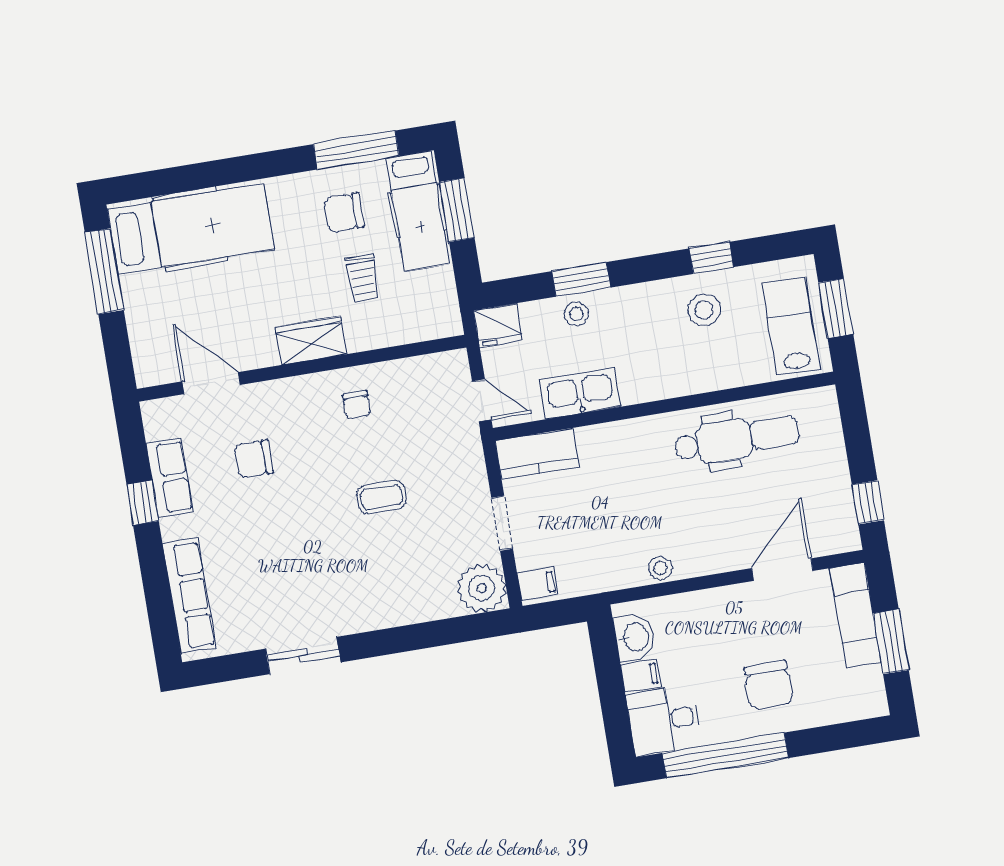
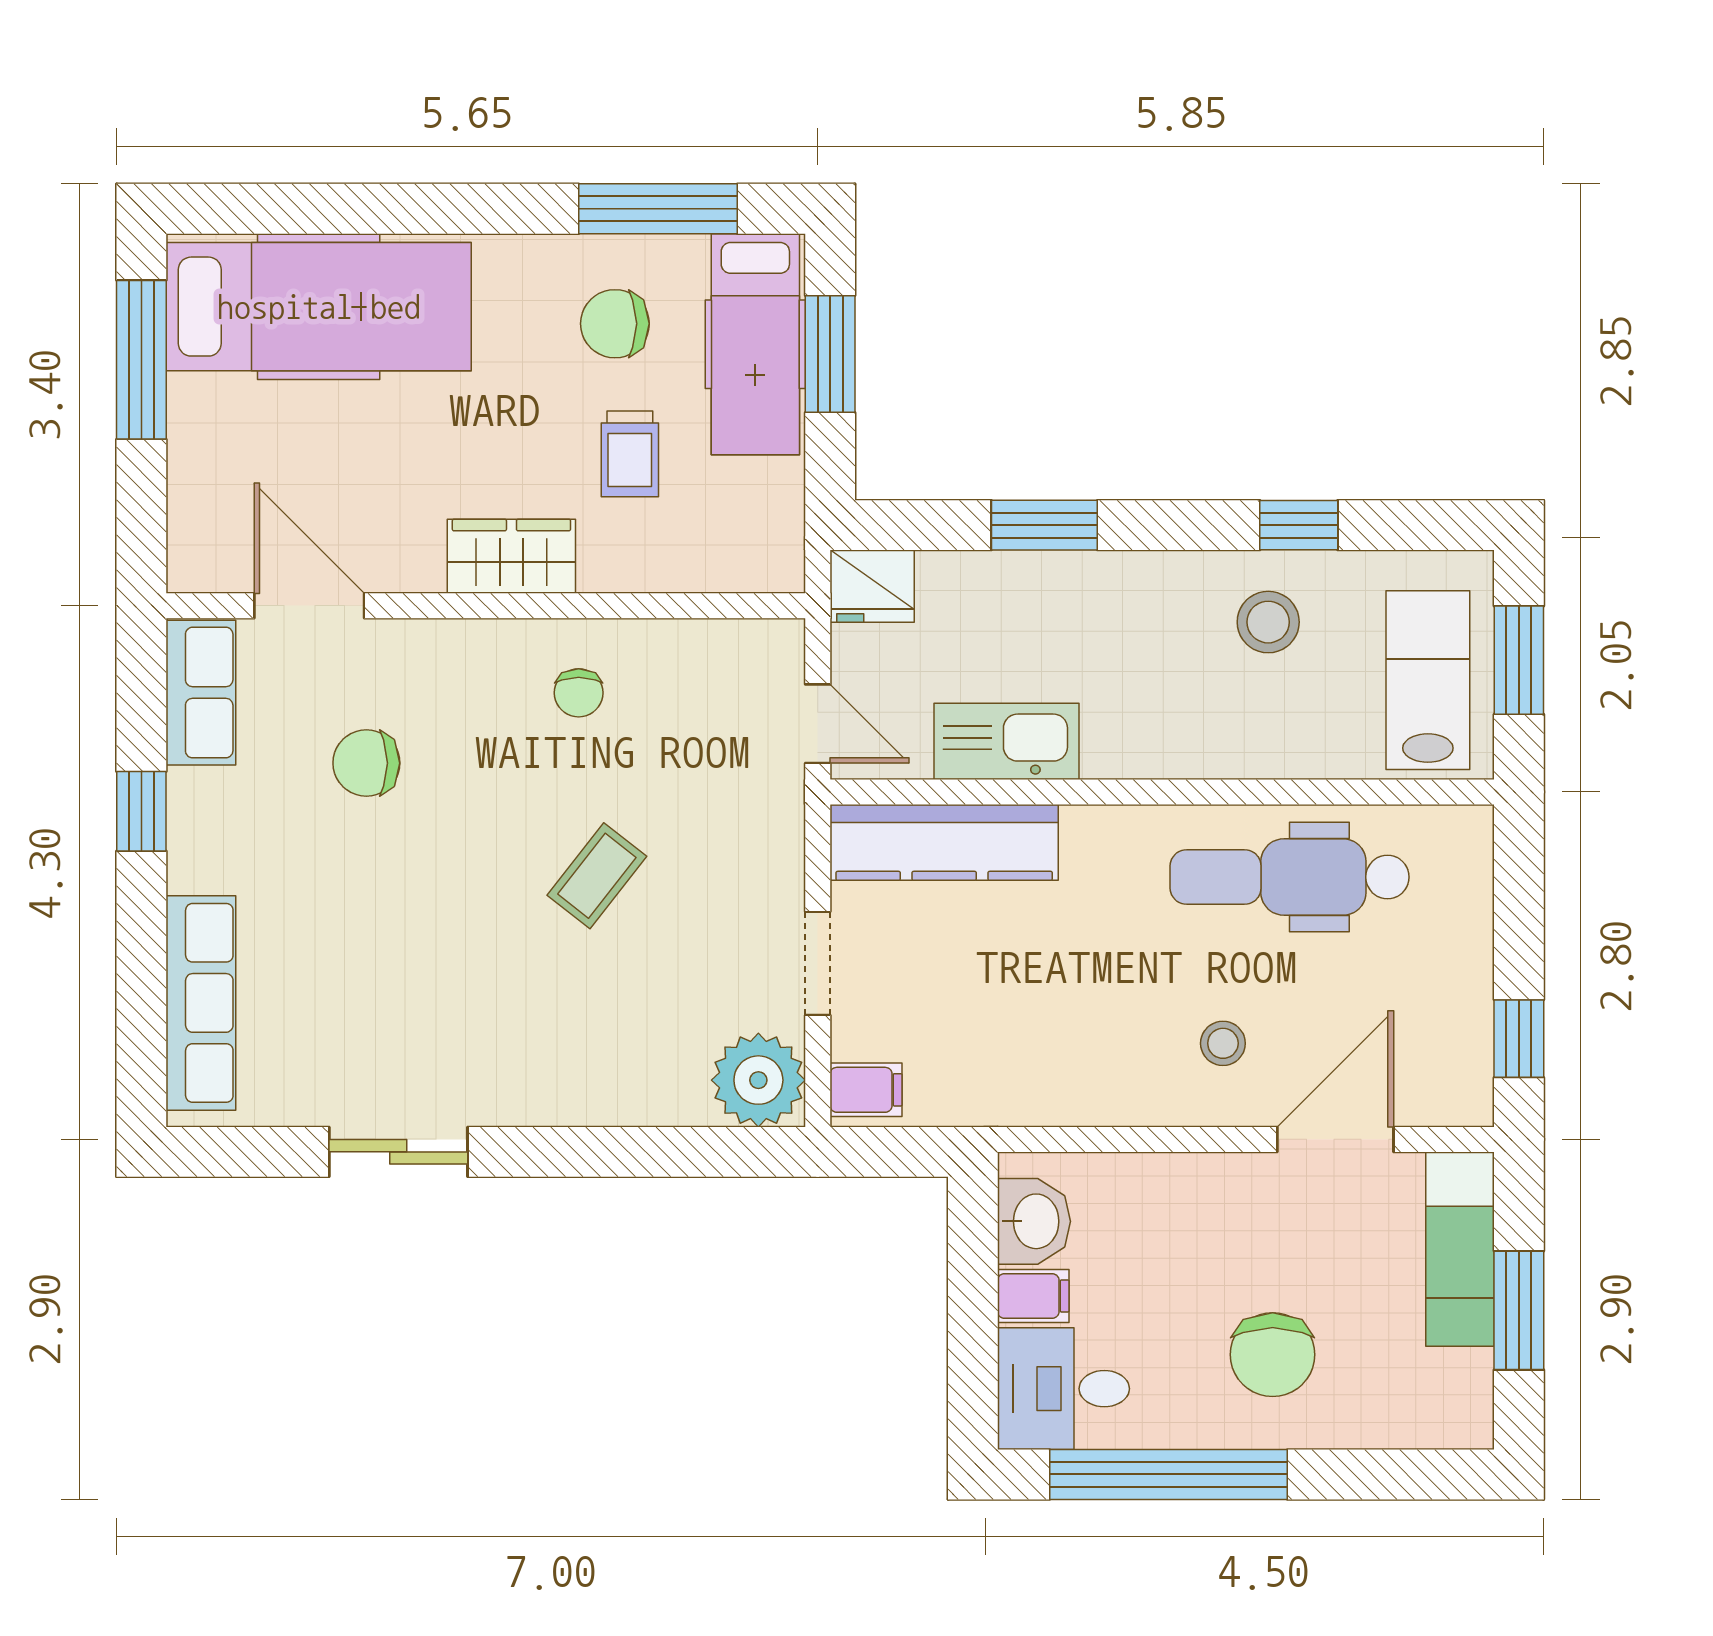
stool: (576, 314) -> (1024, 589), removed
dental chair: (737, 439) -> (1290, 877), turned 180
kitchen counter: (537, 454) -> (944, 842), width x1.50
row of seats: (170, 478) -> (201, 693), moved
coffee table: (382, 497) -> (597, 876), turned -52
stool: (660, 568) -> (1223, 1043), moved

